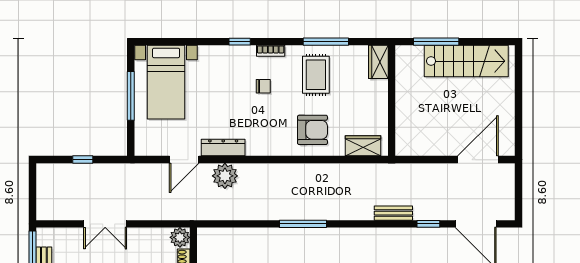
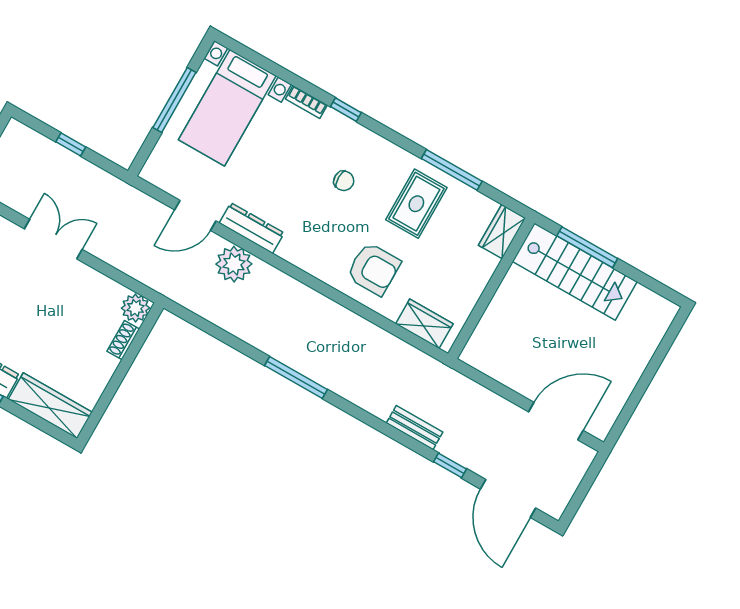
bookcase: (271, 51) -> (306, 102), moved
stairs: (466, 61) -> (575, 272), moved
double door: (105, 224) -> (53, 239), swing flipped

